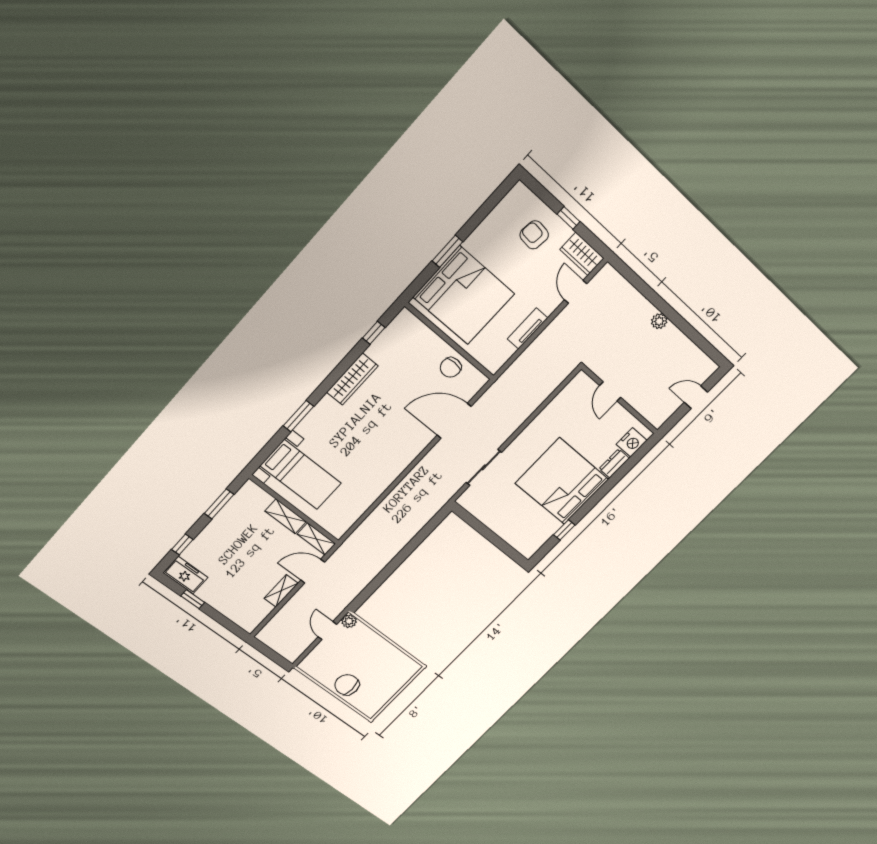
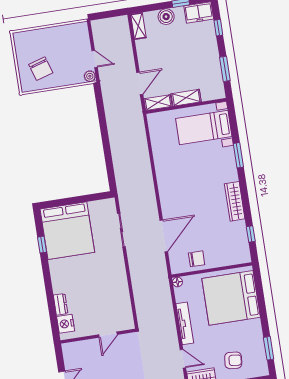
window: (447, 251) -> (269, 348), moved
tv unit: (527, 328) -> (185, 323), width x1.41
chair: (451, 367) -> (197, 259), turned 90
floor lamp: (493, 367) -> (177, 282), added
door: (610, 391) -> (108, 335), swing flipped
bed: (562, 481) -> (67, 231), moved, turned 90
shelving: (281, 591) -> (138, 26), moved
boiler: (220, 601) -> (166, 17), added
chair: (347, 685) -> (41, 69), moved, turned 73

